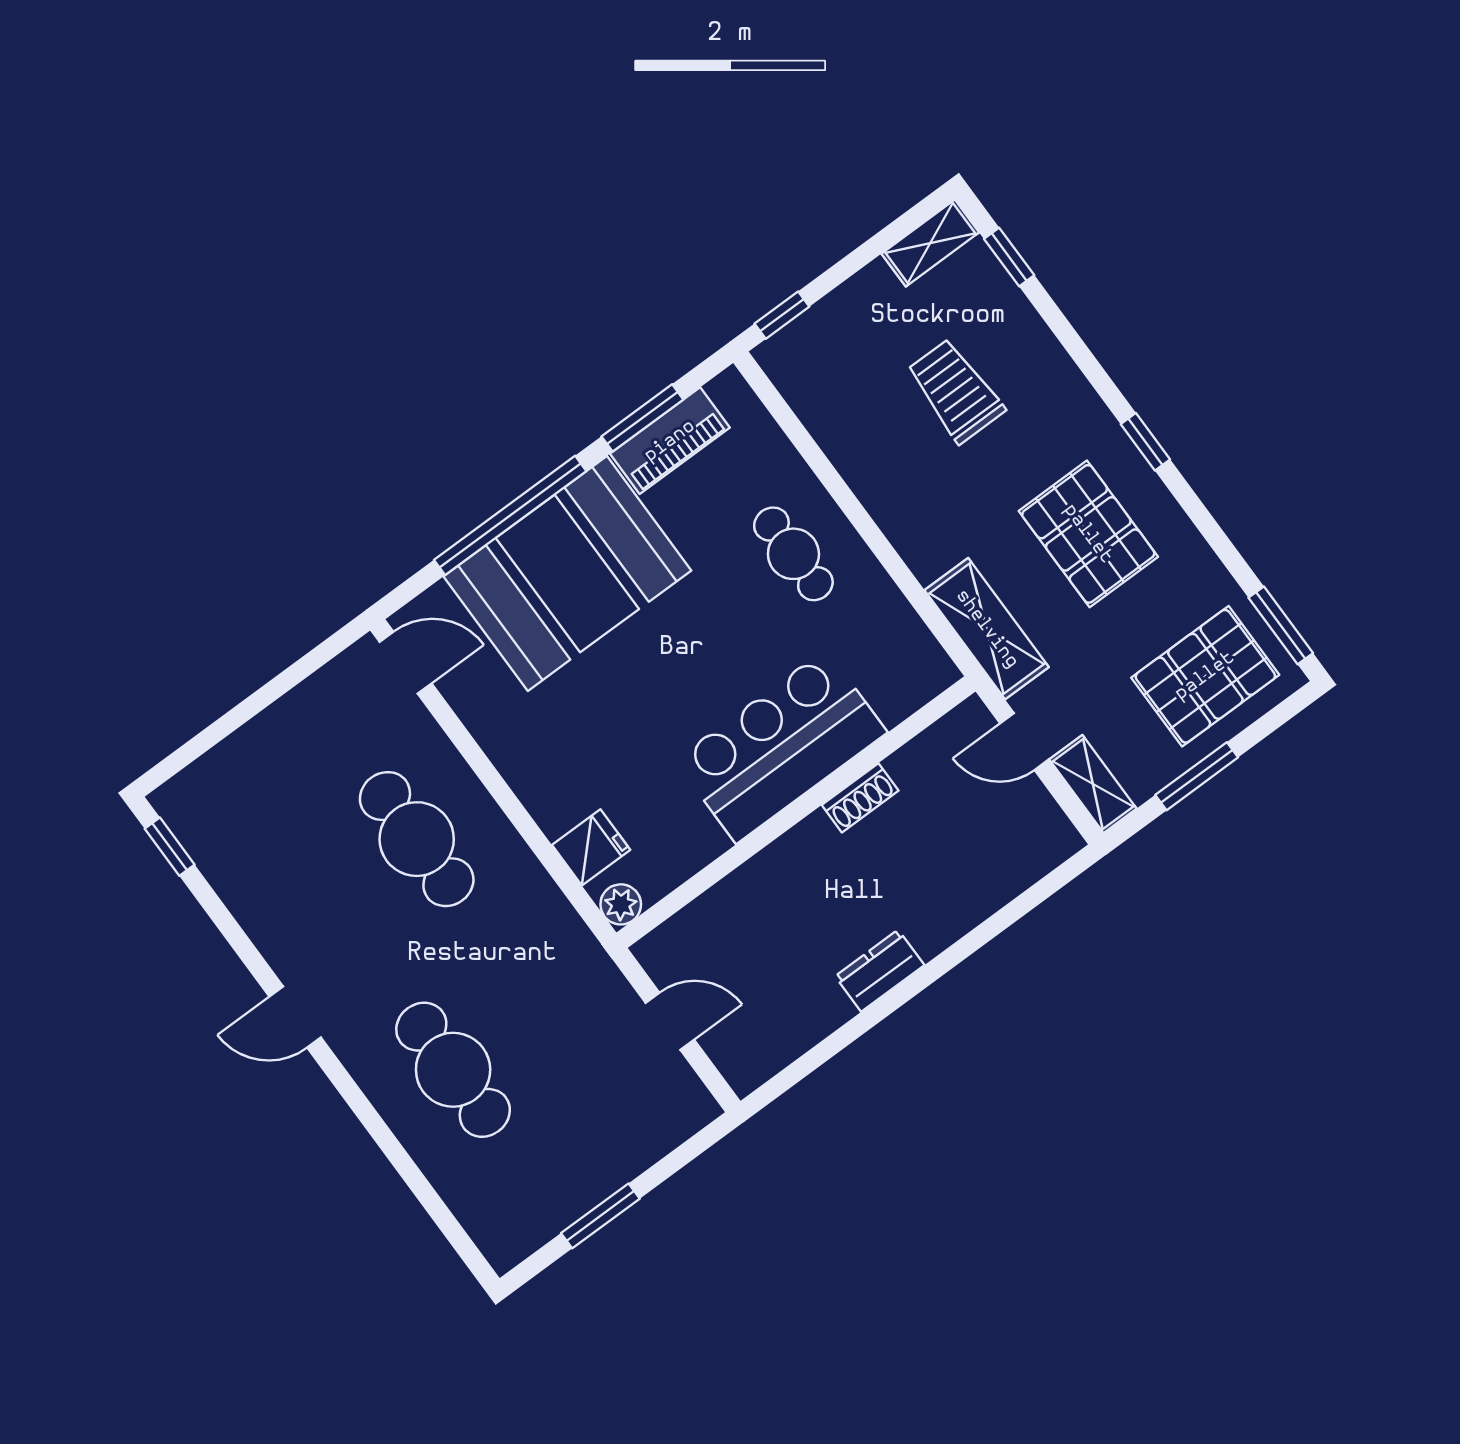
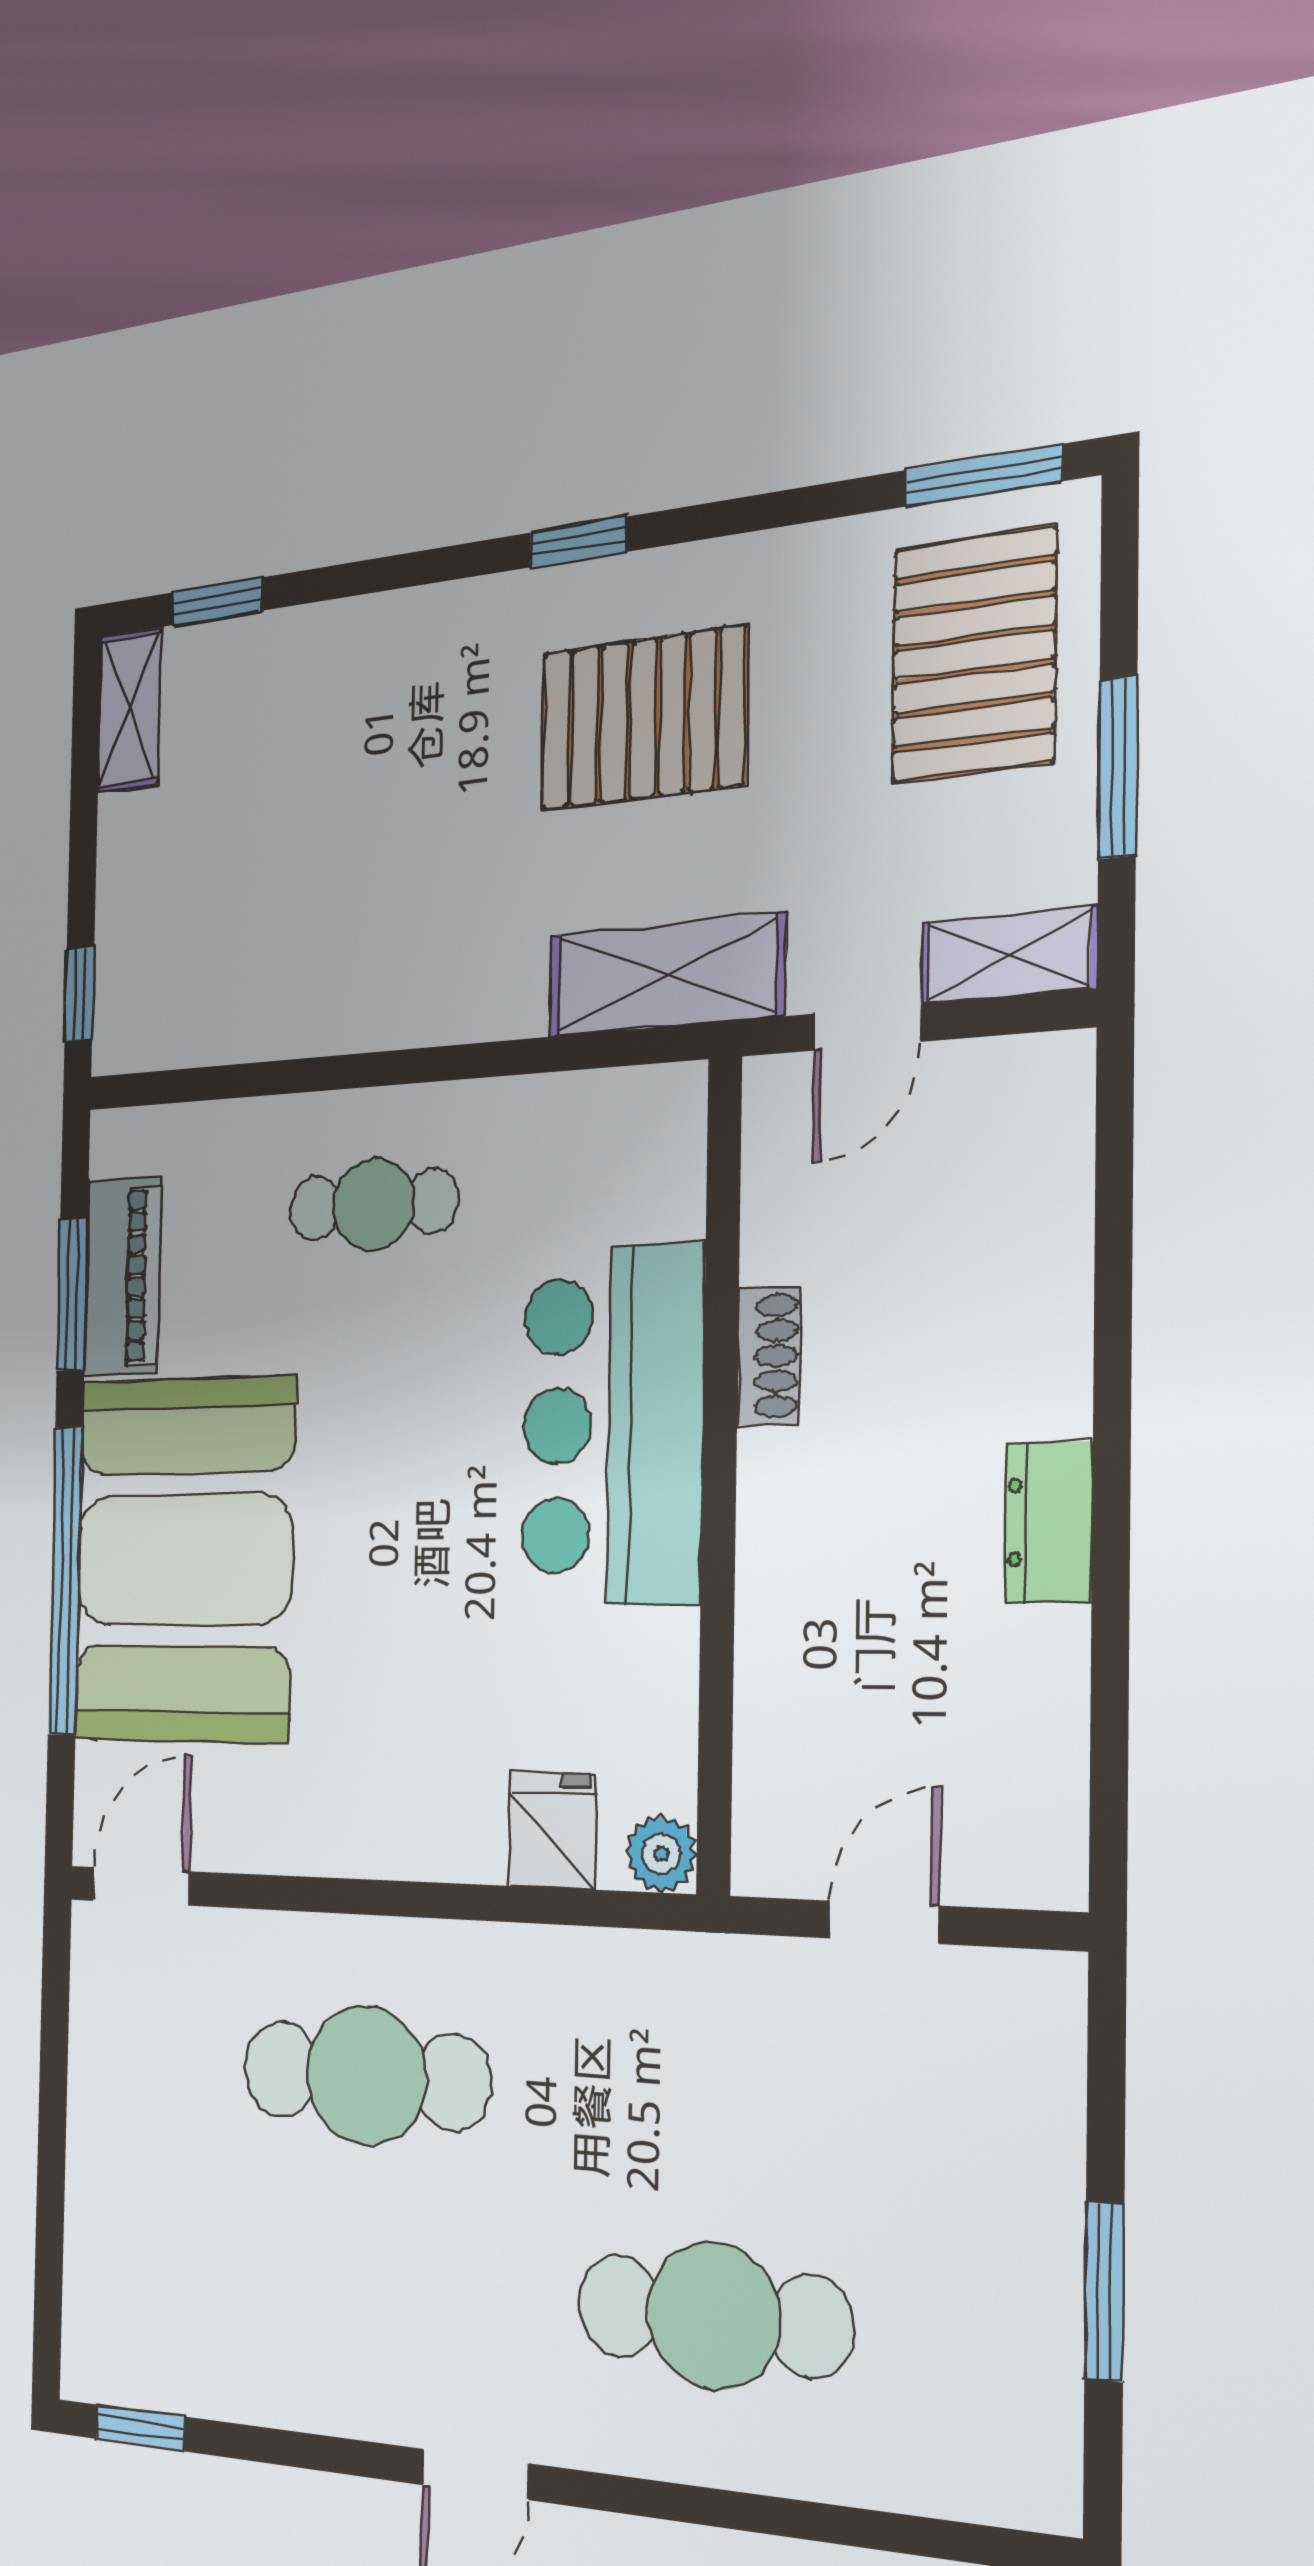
trolley: (955, 391) -> (327, 801), removed

